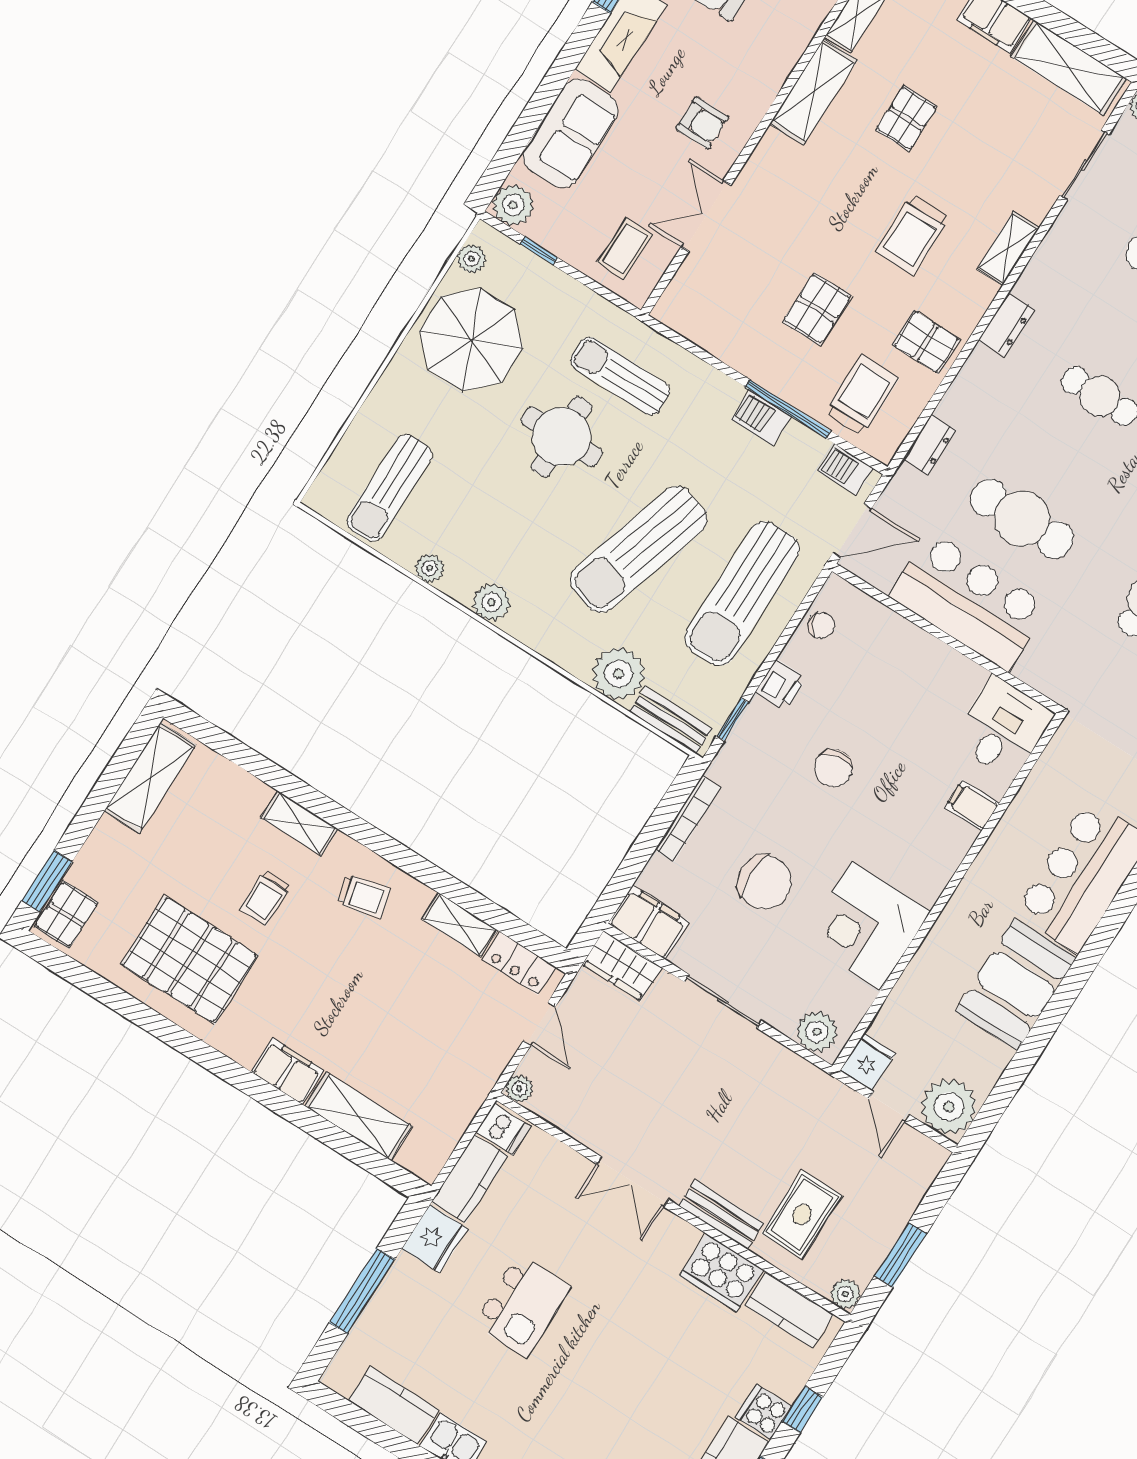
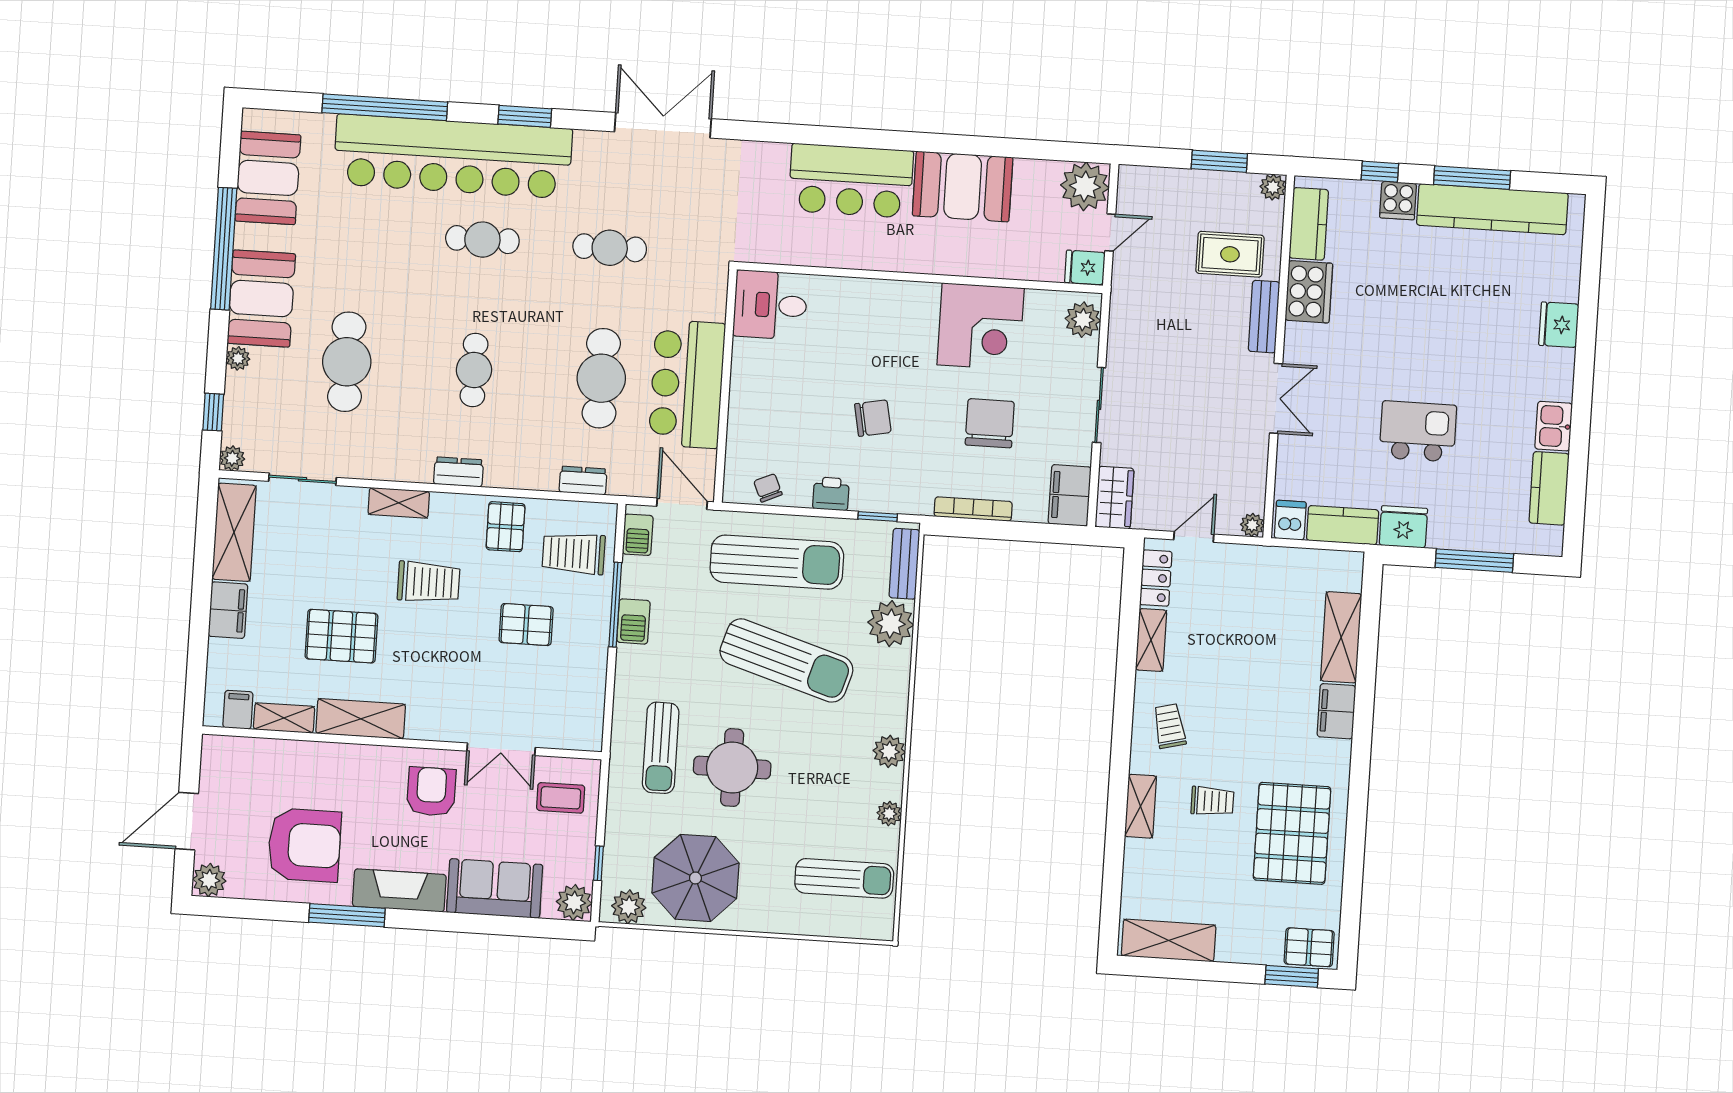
pallet: (906, 118) -> (341, 636), width x1.50, depth x1.42
armchair: (702, 123) -> (431, 792), width x1.38, depth x1.38
plant: (471, 259) -> (629, 907), width x1.38, depth x1.38
filing cabinet: (972, 805) -> (843, 296), removed

